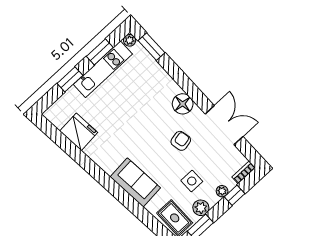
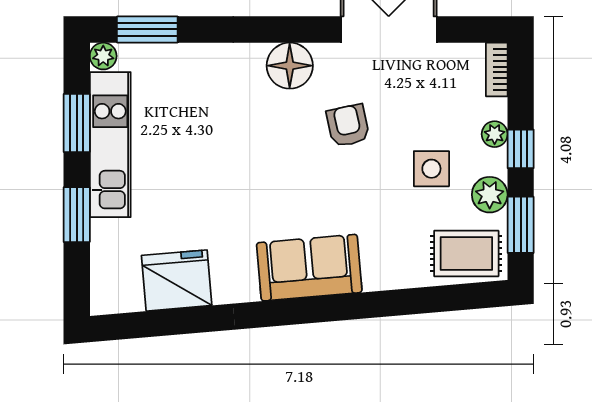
sofa: (135, 182) -> (309, 268), moved
window: (235, 195) -> (521, 149), moved

